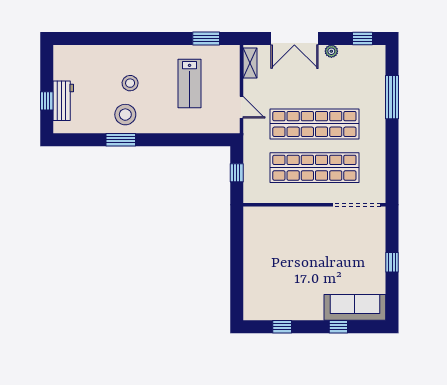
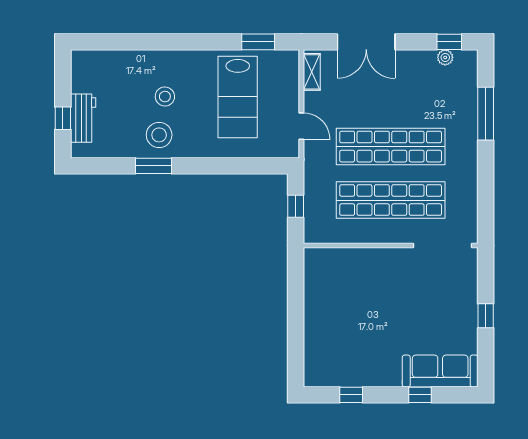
plant: (331, 51) -> (445, 57), moved
lab bench: (190, 83) -> (238, 97), width x1.36, depth x1.39

